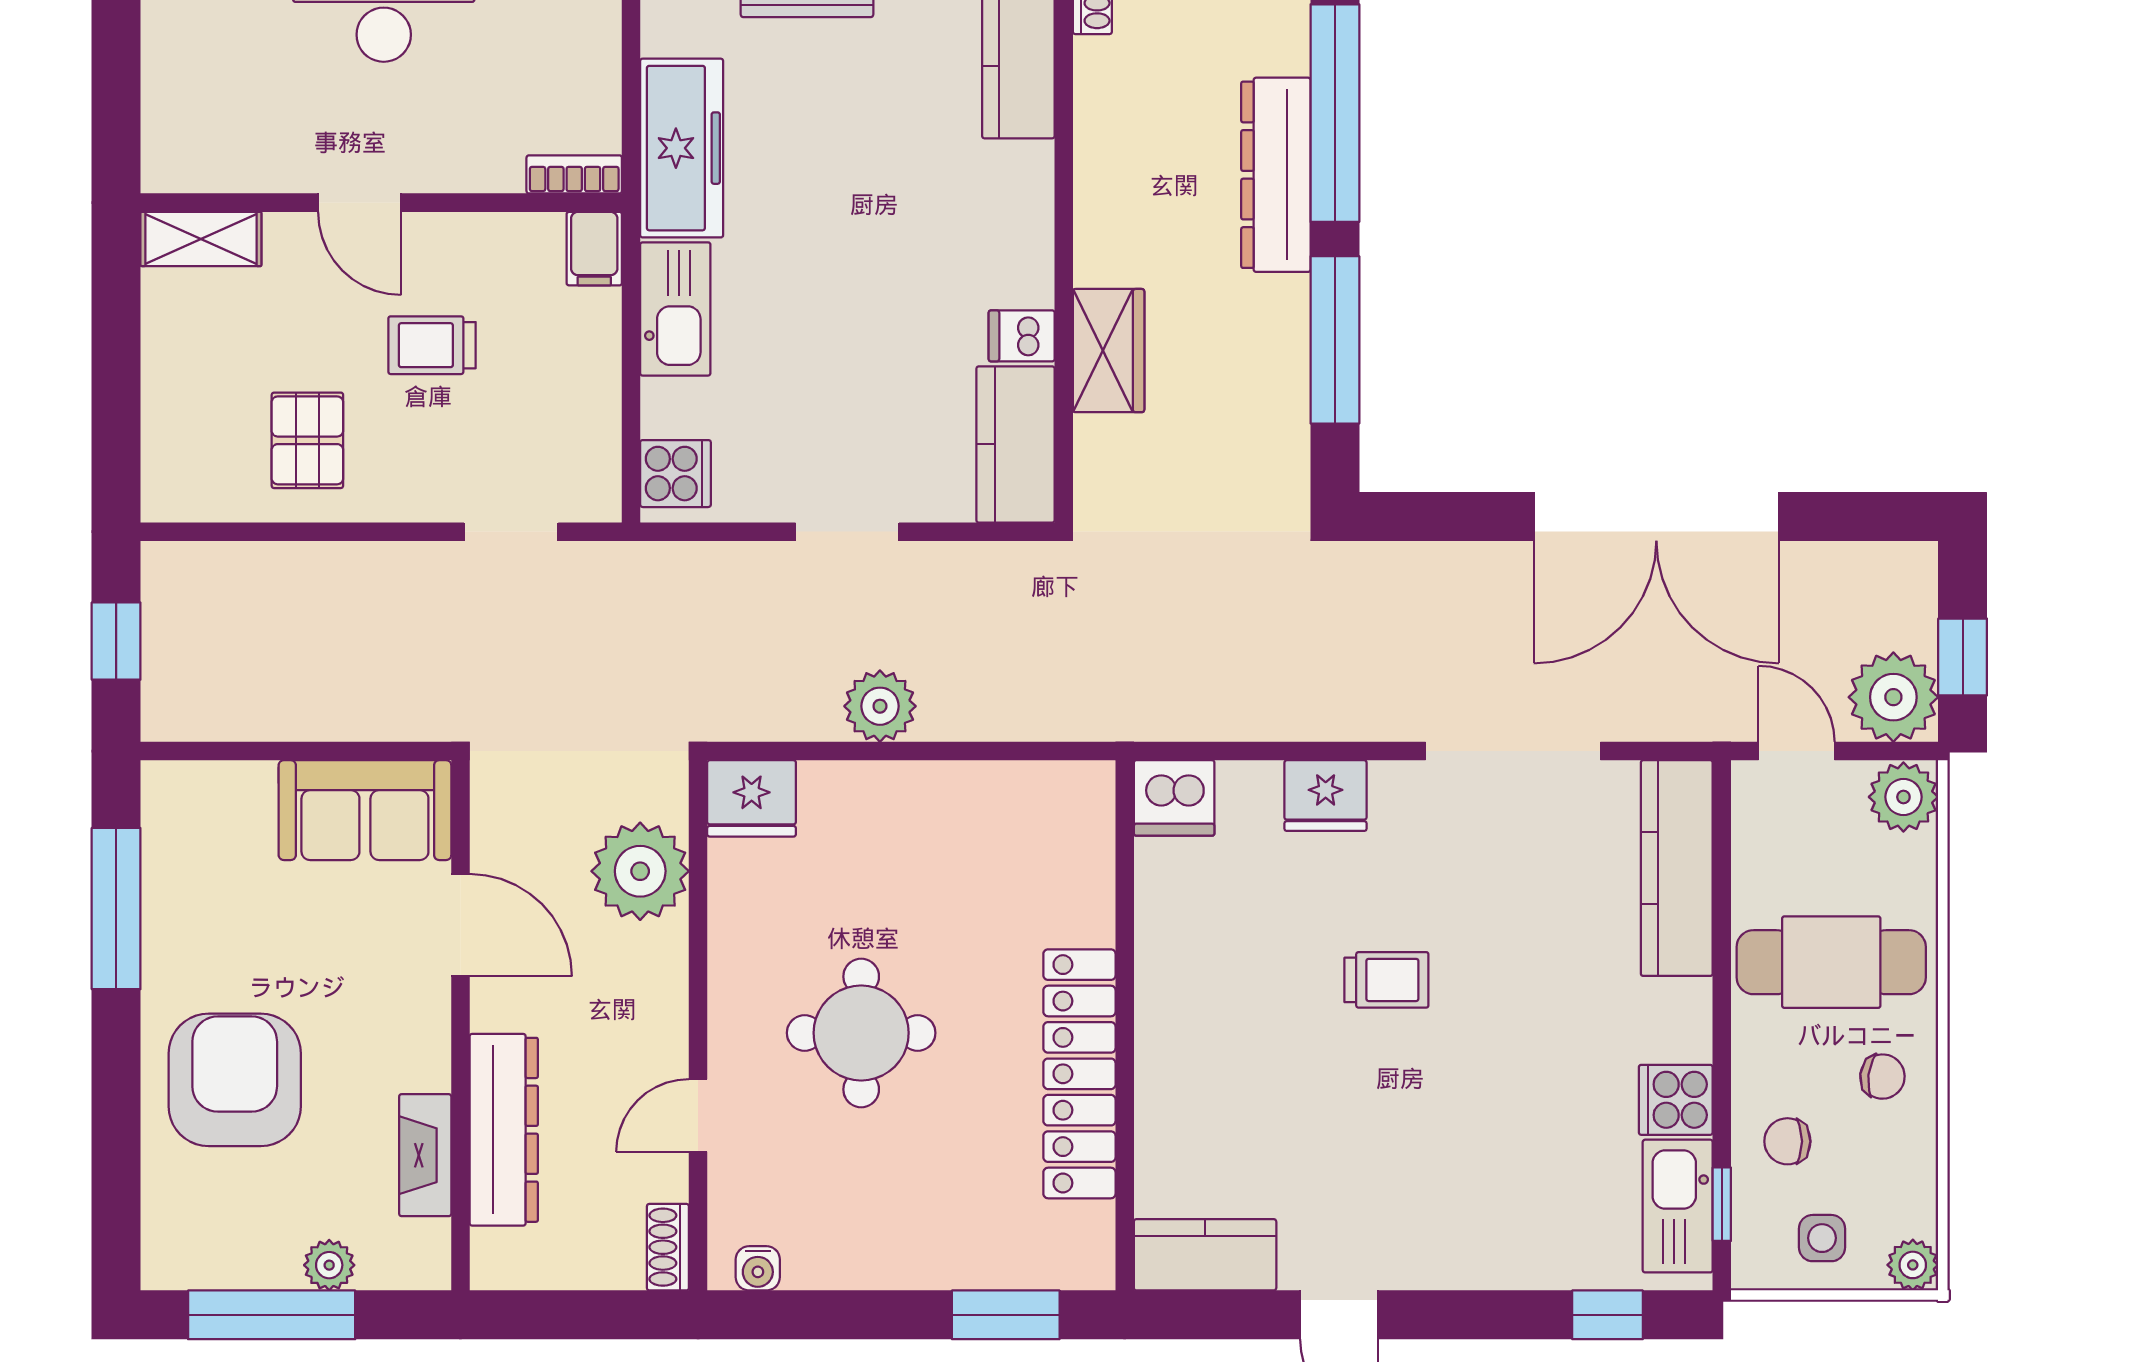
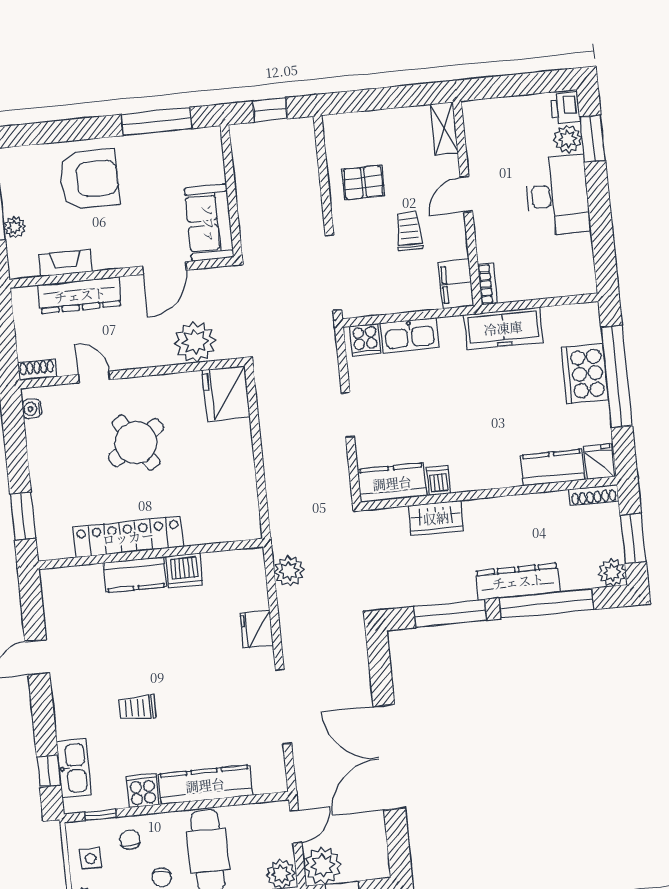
filing cabinet: (594, 249) -> (456, 284), width x2.00
kitchen sink: (675, 309) -> (410, 335), moved
doorway: (511, 532) -> (333, 273), width x1.88
plant: (880, 706) -> (289, 571), moved
fridge: (752, 798) -> (226, 393), width x1.36, depth x1.34
dishwasher: (1174, 798) -> (184, 571), moved, turned -90
kitchen counter: (1677, 868) -> (205, 785), moved
trolley: (1386, 980) -> (137, 708), moved, turned 90
round table: (861, 1033) -> (136, 443), turned -33
kitchen sink: (1678, 1206) -> (74, 768), moved, turned 90
kitchen counter: (1205, 1255) -> (135, 575), moved, turned 90

